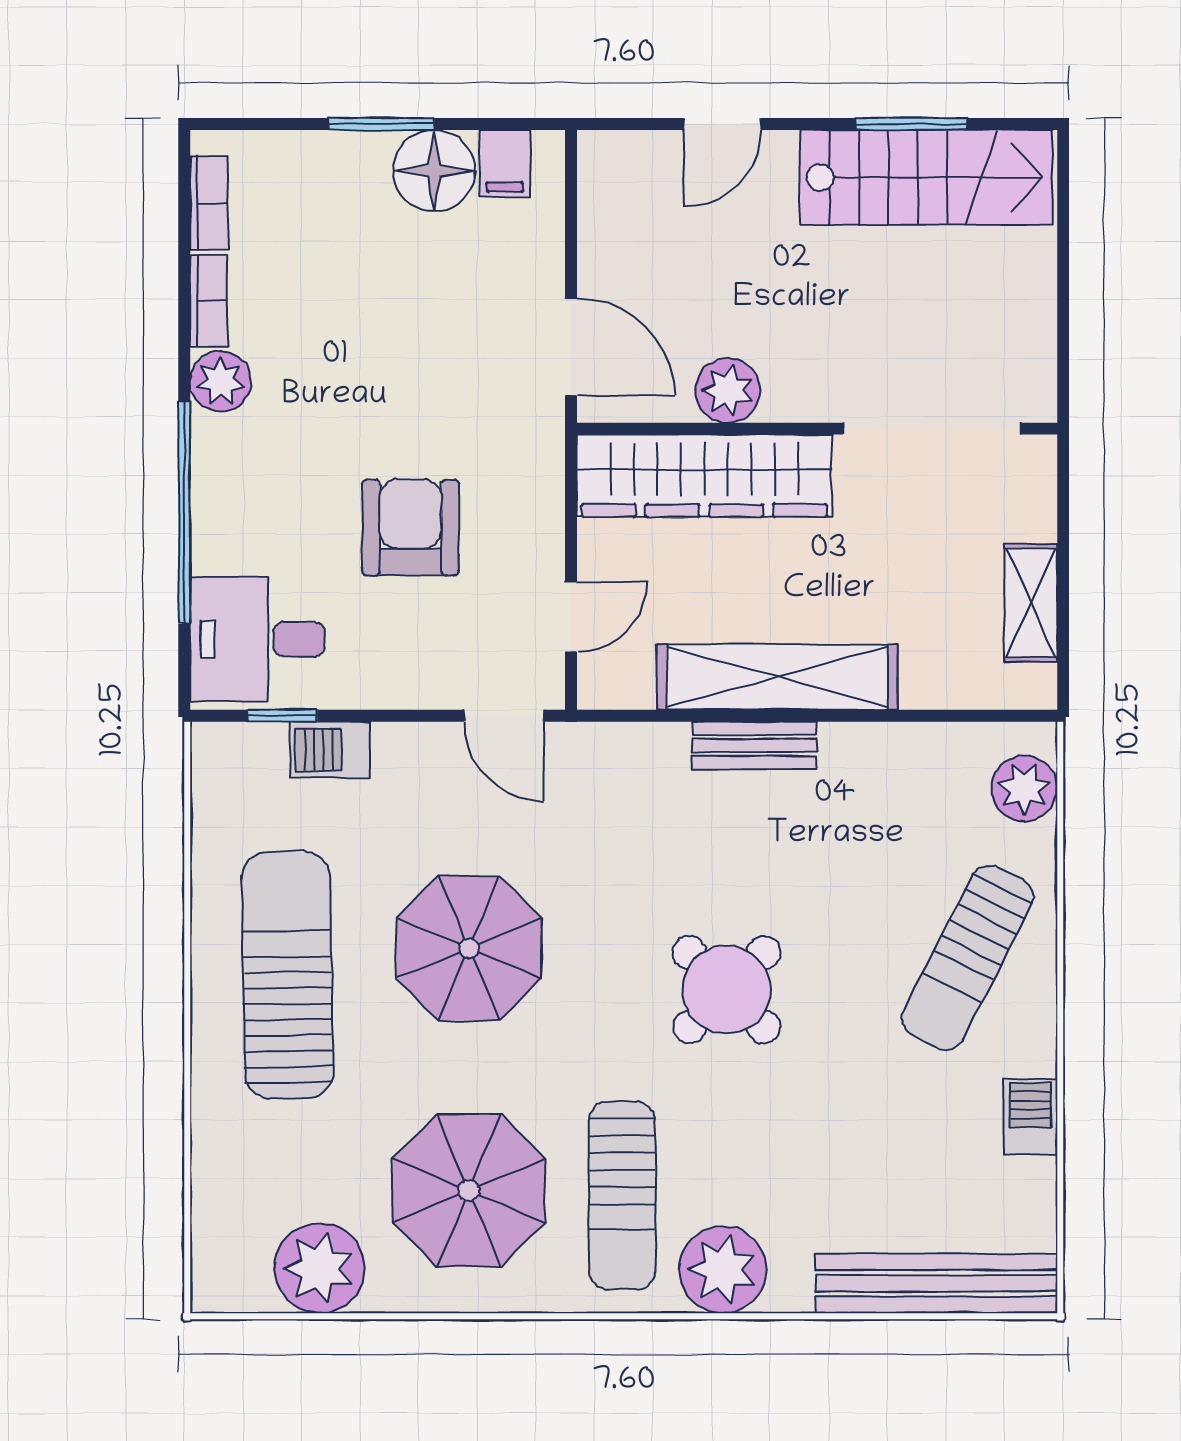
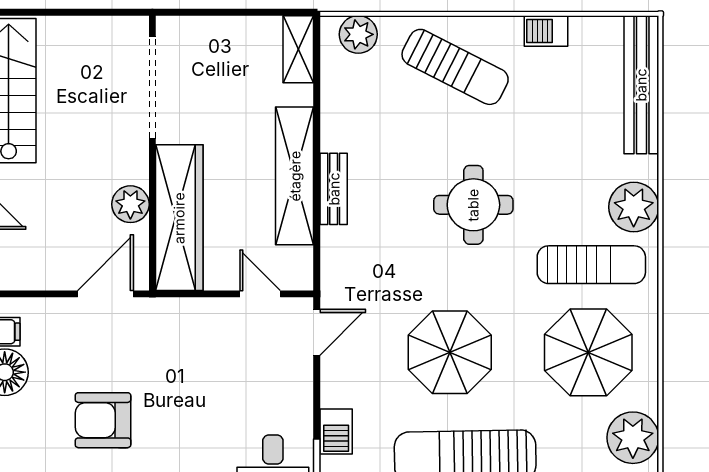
armchair: (410, 527) -> (103, 420), moved
shelving: (1031, 603) -> (298, 49), moved, turned 90
round table: (727, 990) -> (473, 205), turned 45

